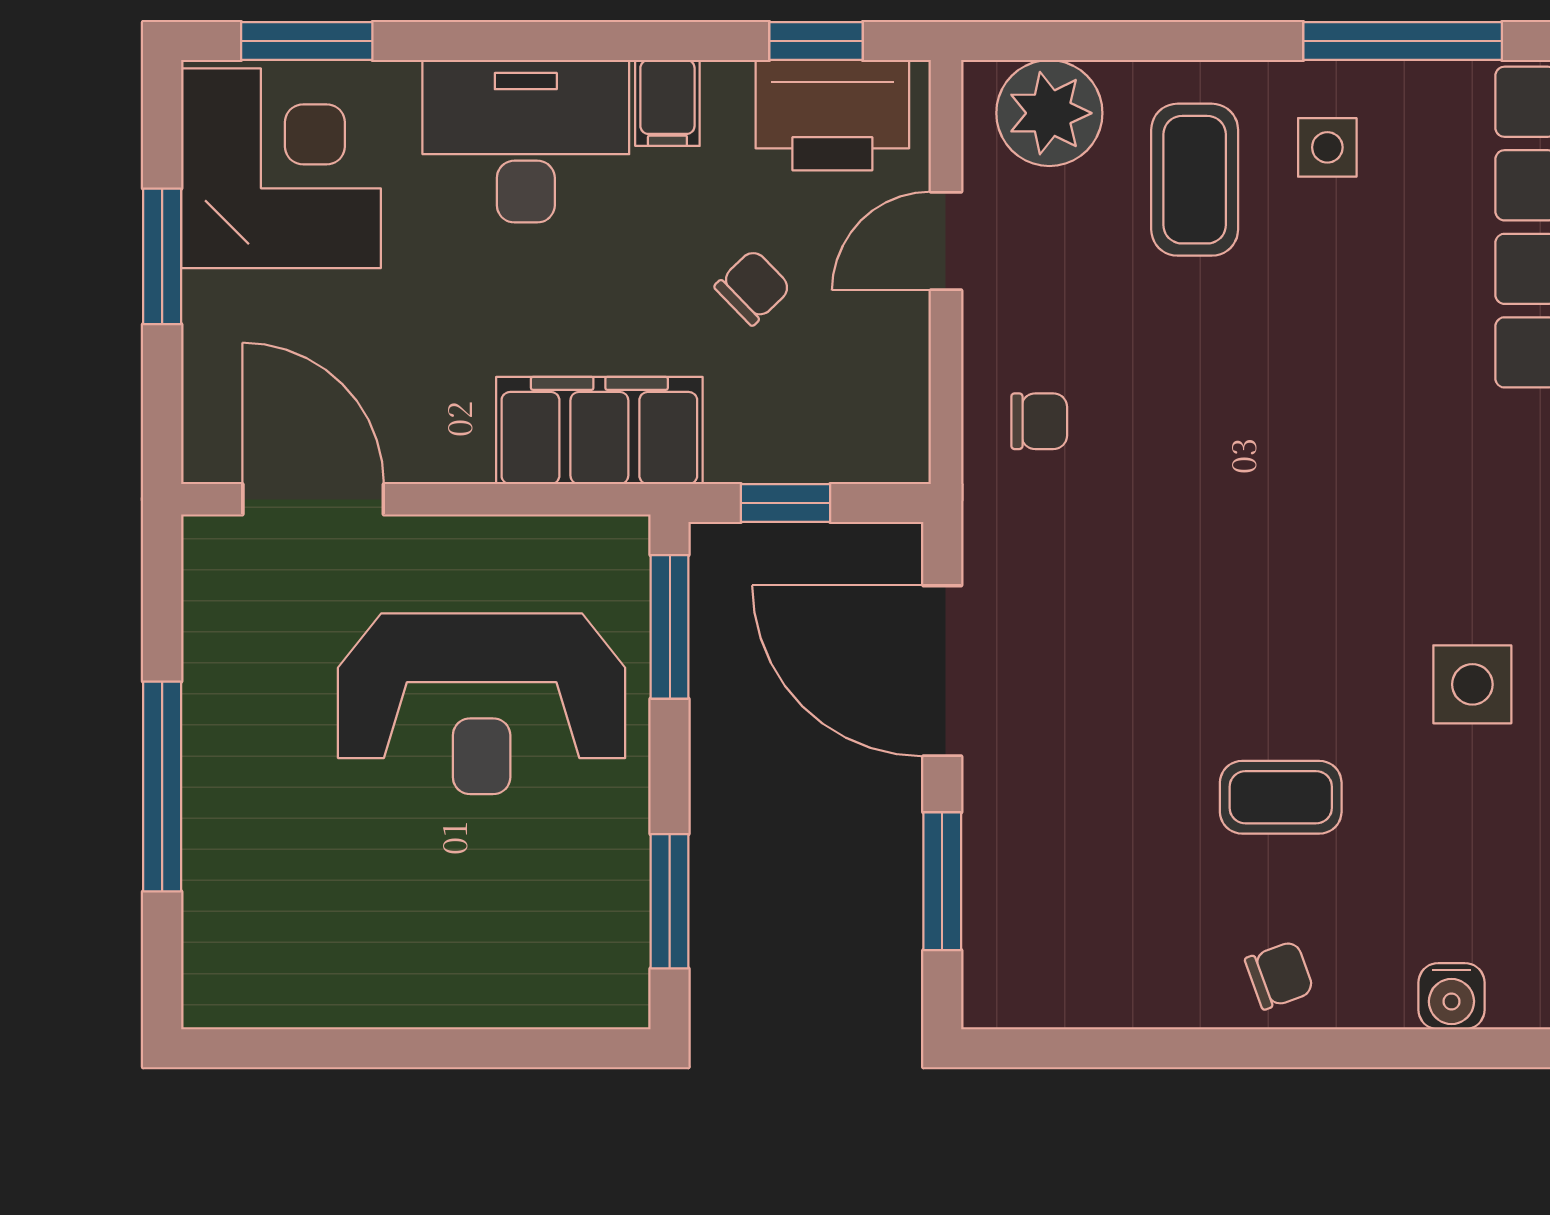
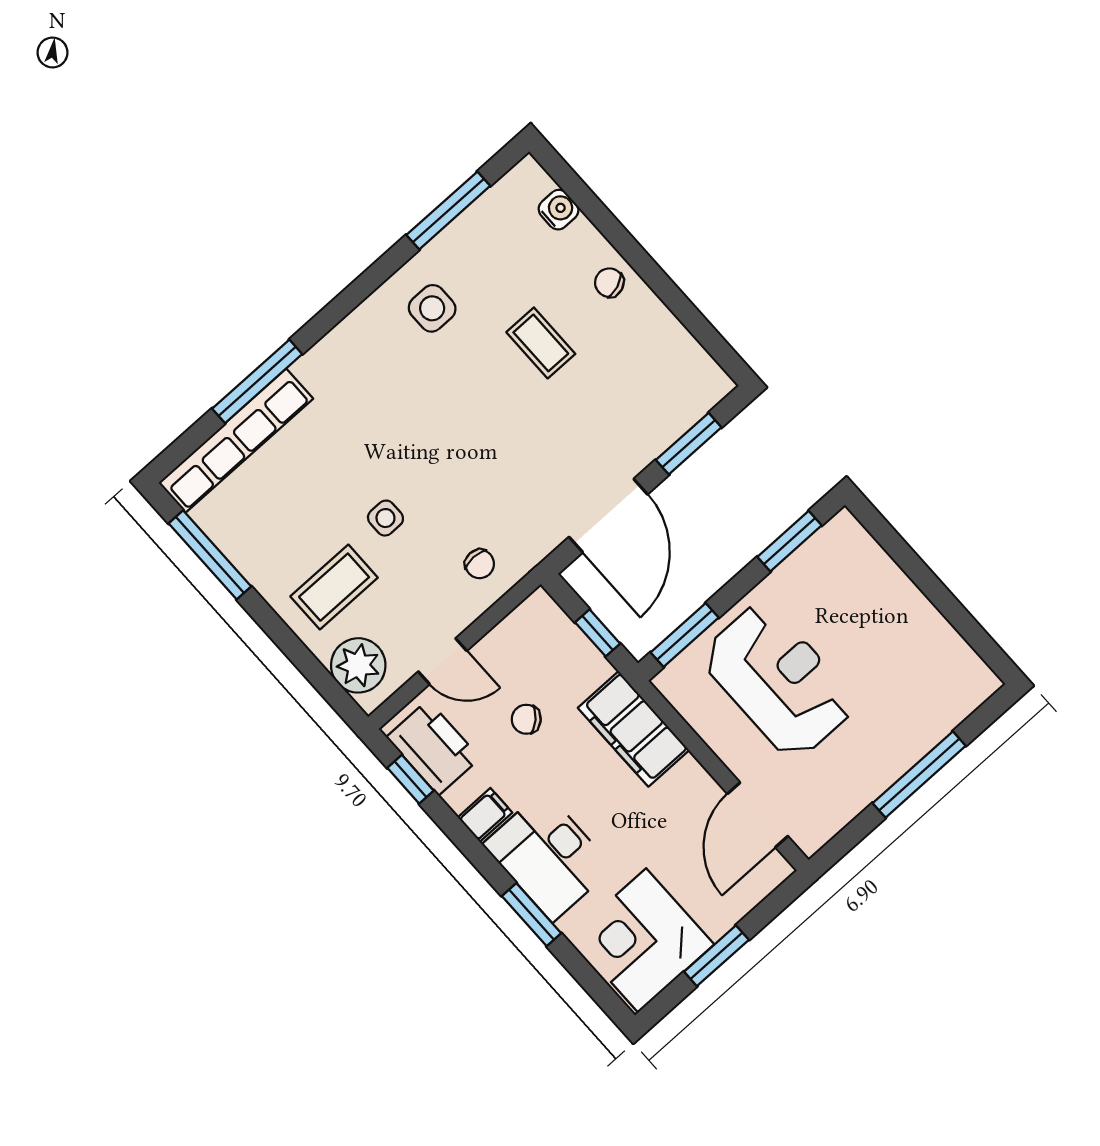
window: (307, 41) -> (532, 915), moved
side table: (1327, 147) -> (385, 518), moved
chair: (1039, 421) -> (480, 564), turned 180

